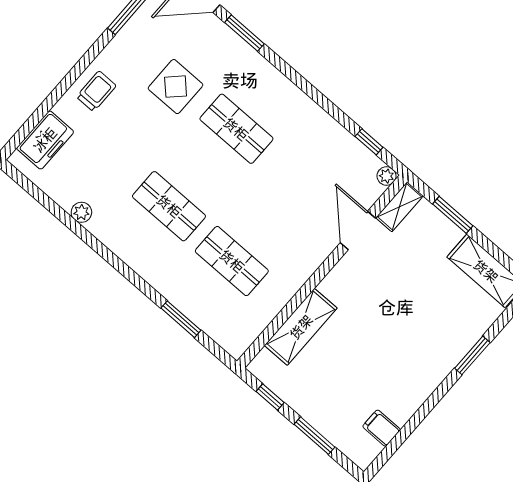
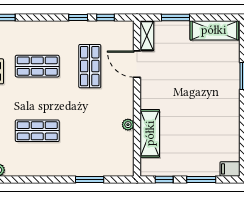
window: (336, 113) -> (78, 17), added
plant: (387, 176) -> (128, 125), moved
shop shelf: (232, 261) -> (90, 66), moved, turned 90
filing cabinet: (381, 428) -> (230, 169), moved

